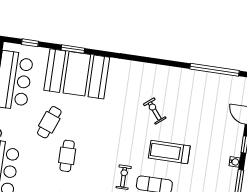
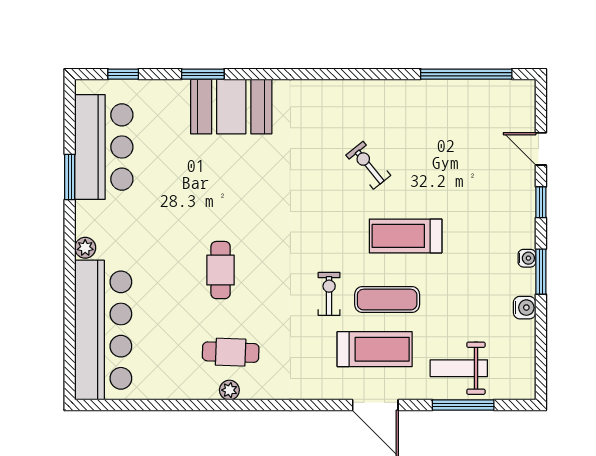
booth: (77, 74) -> (231, 107), width x0.73, depth x0.70
cafe table: (49, 122) -> (179, 214), removed
water cooler: (235, 162) -> (527, 258), moved

